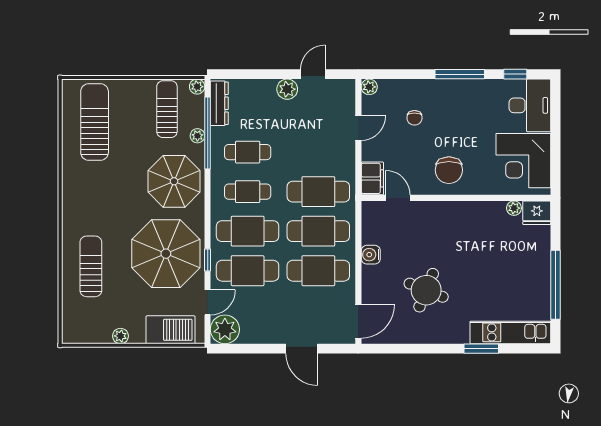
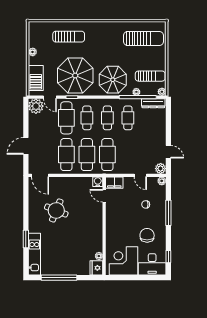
window: (460, 74) -> (168, 213), moved
plant: (287, 89) -> (161, 169), moved
chair: (449, 170) -> (147, 235), moved, turned 90
door: (398, 198) -> (104, 196), swing flipped
cafe table: (248, 231) -> (87, 118), width x0.73, depth x0.74
water cooler: (371, 255) -> (98, 182), moved

